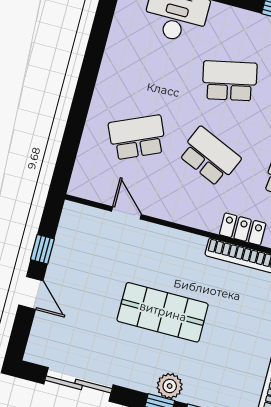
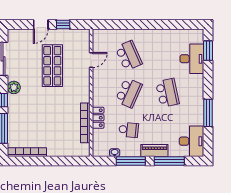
shop shelf: (163, 312) -> (52, 66), moved
plant: (170, 386) -> (14, 87), moved

